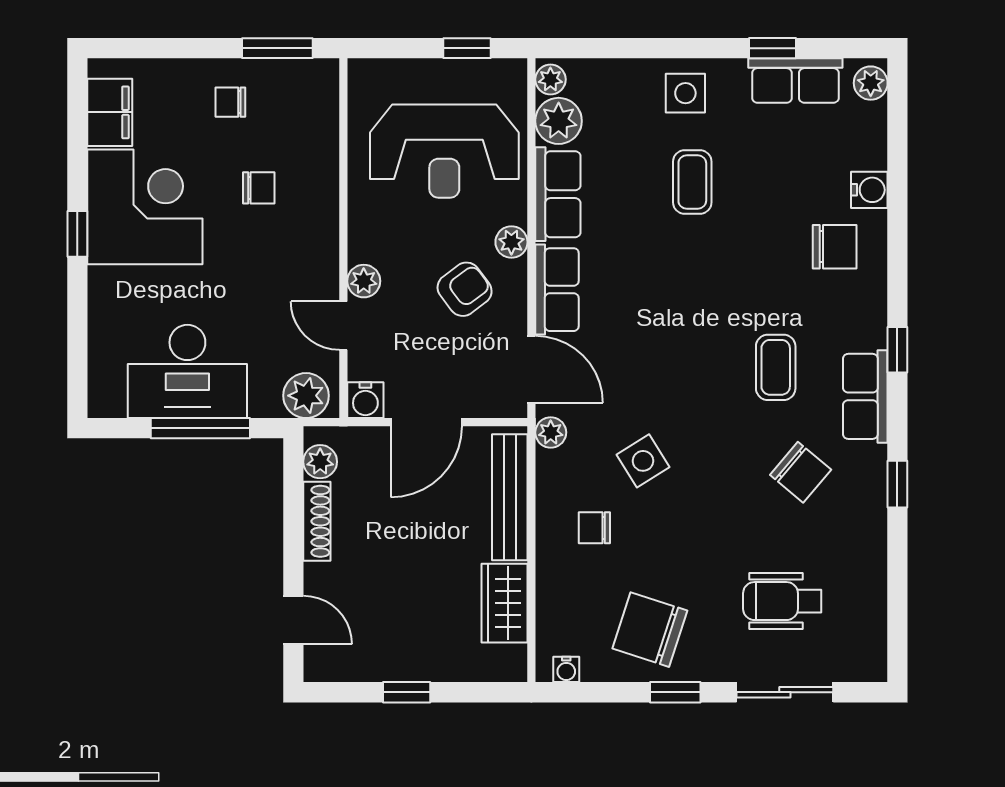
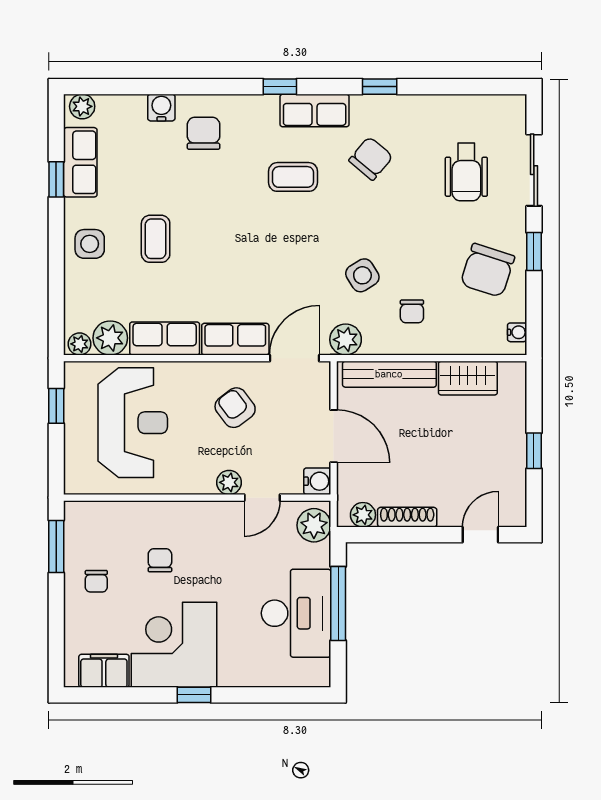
coffee table: (692, 182) -> (156, 239), turned 90
plant: (511, 242) -> (200, 373), removed
plant: (551, 432) -> (346, 340), width x1.38, depth x1.38

